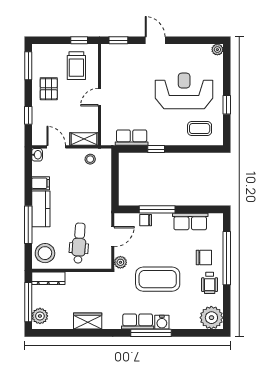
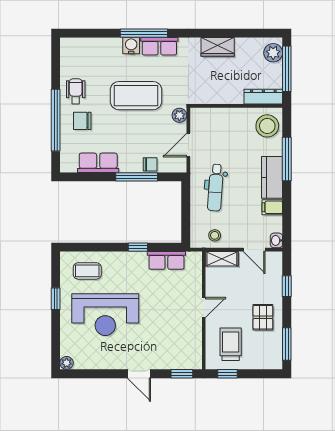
dental chair: (79, 243) -> (216, 188), moved
plant: (211, 318) -> (73, 51), removed

